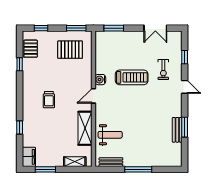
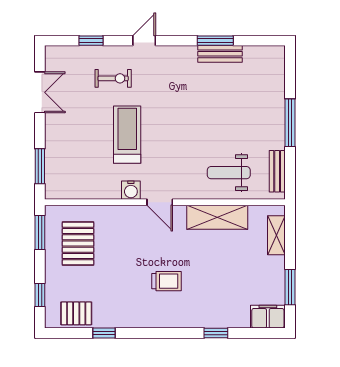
weight bench: (110, 135) -> (229, 173), turned -90

